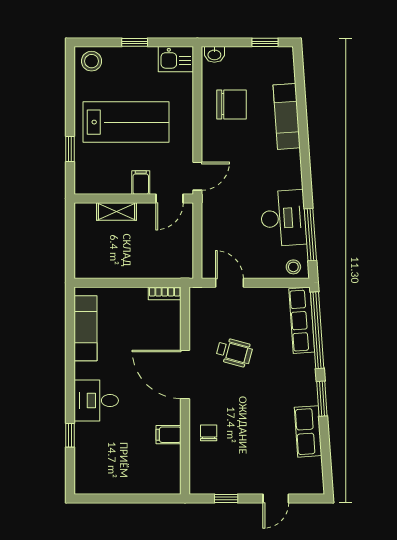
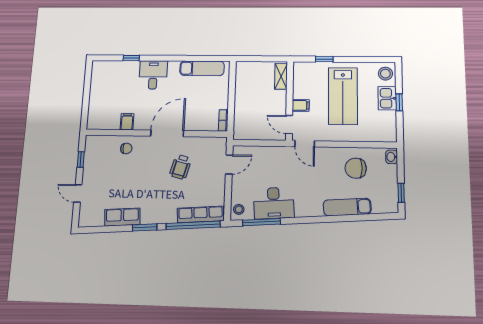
kitchen sink: (176, 59) -> (387, 98), moved
chair: (232, 104) -> (356, 168), turned 90
shelving: (117, 212) -> (281, 76), moved

